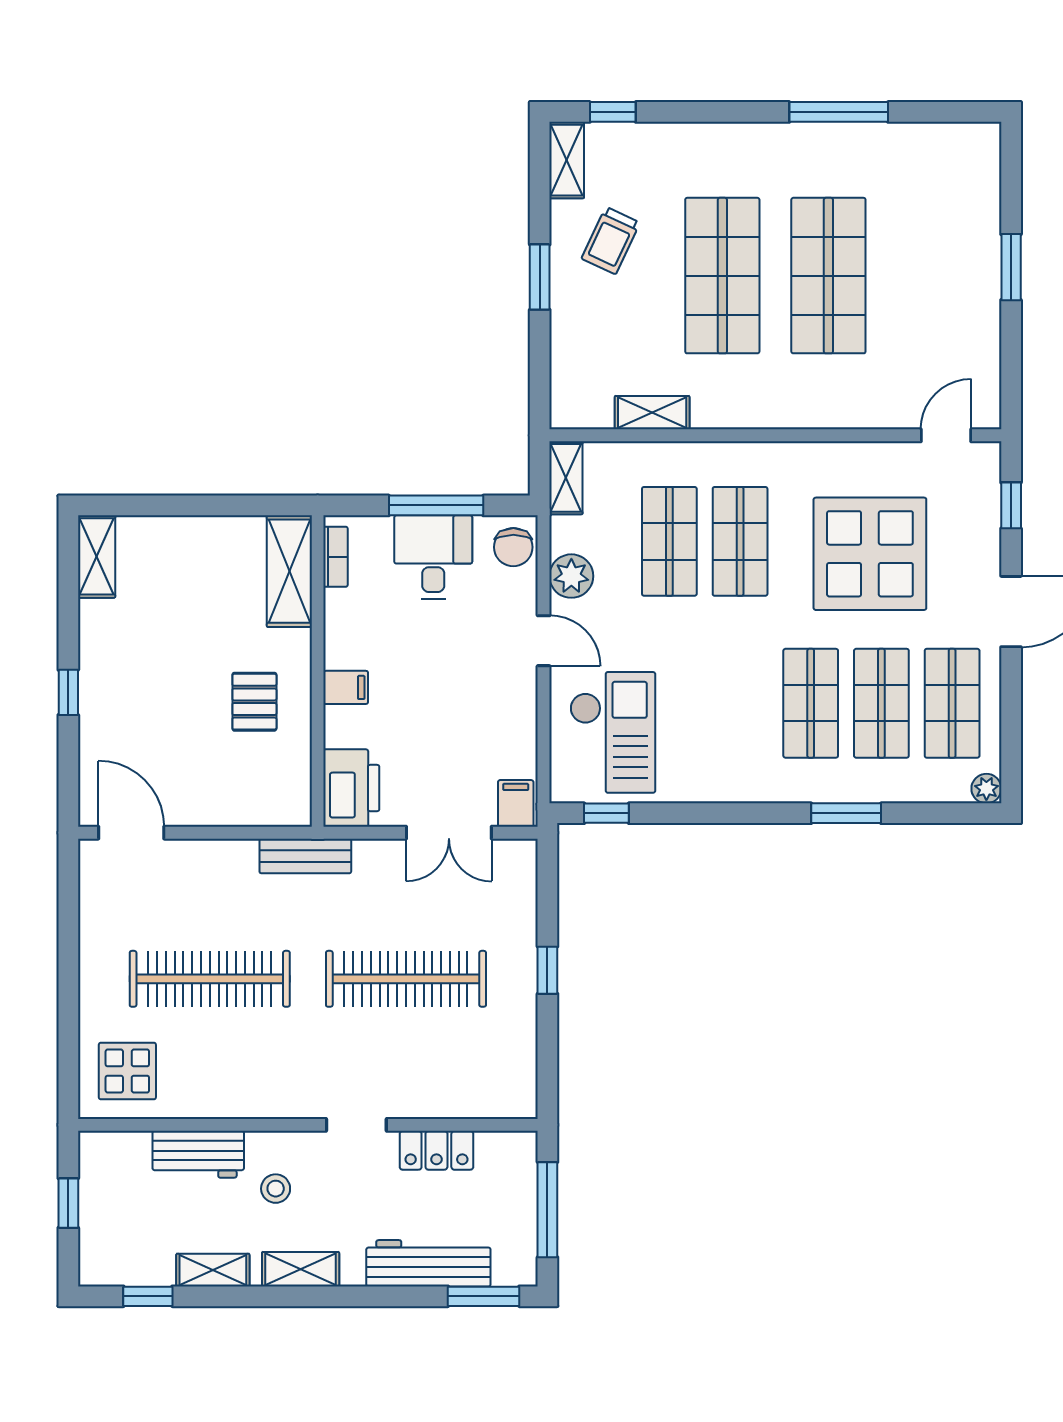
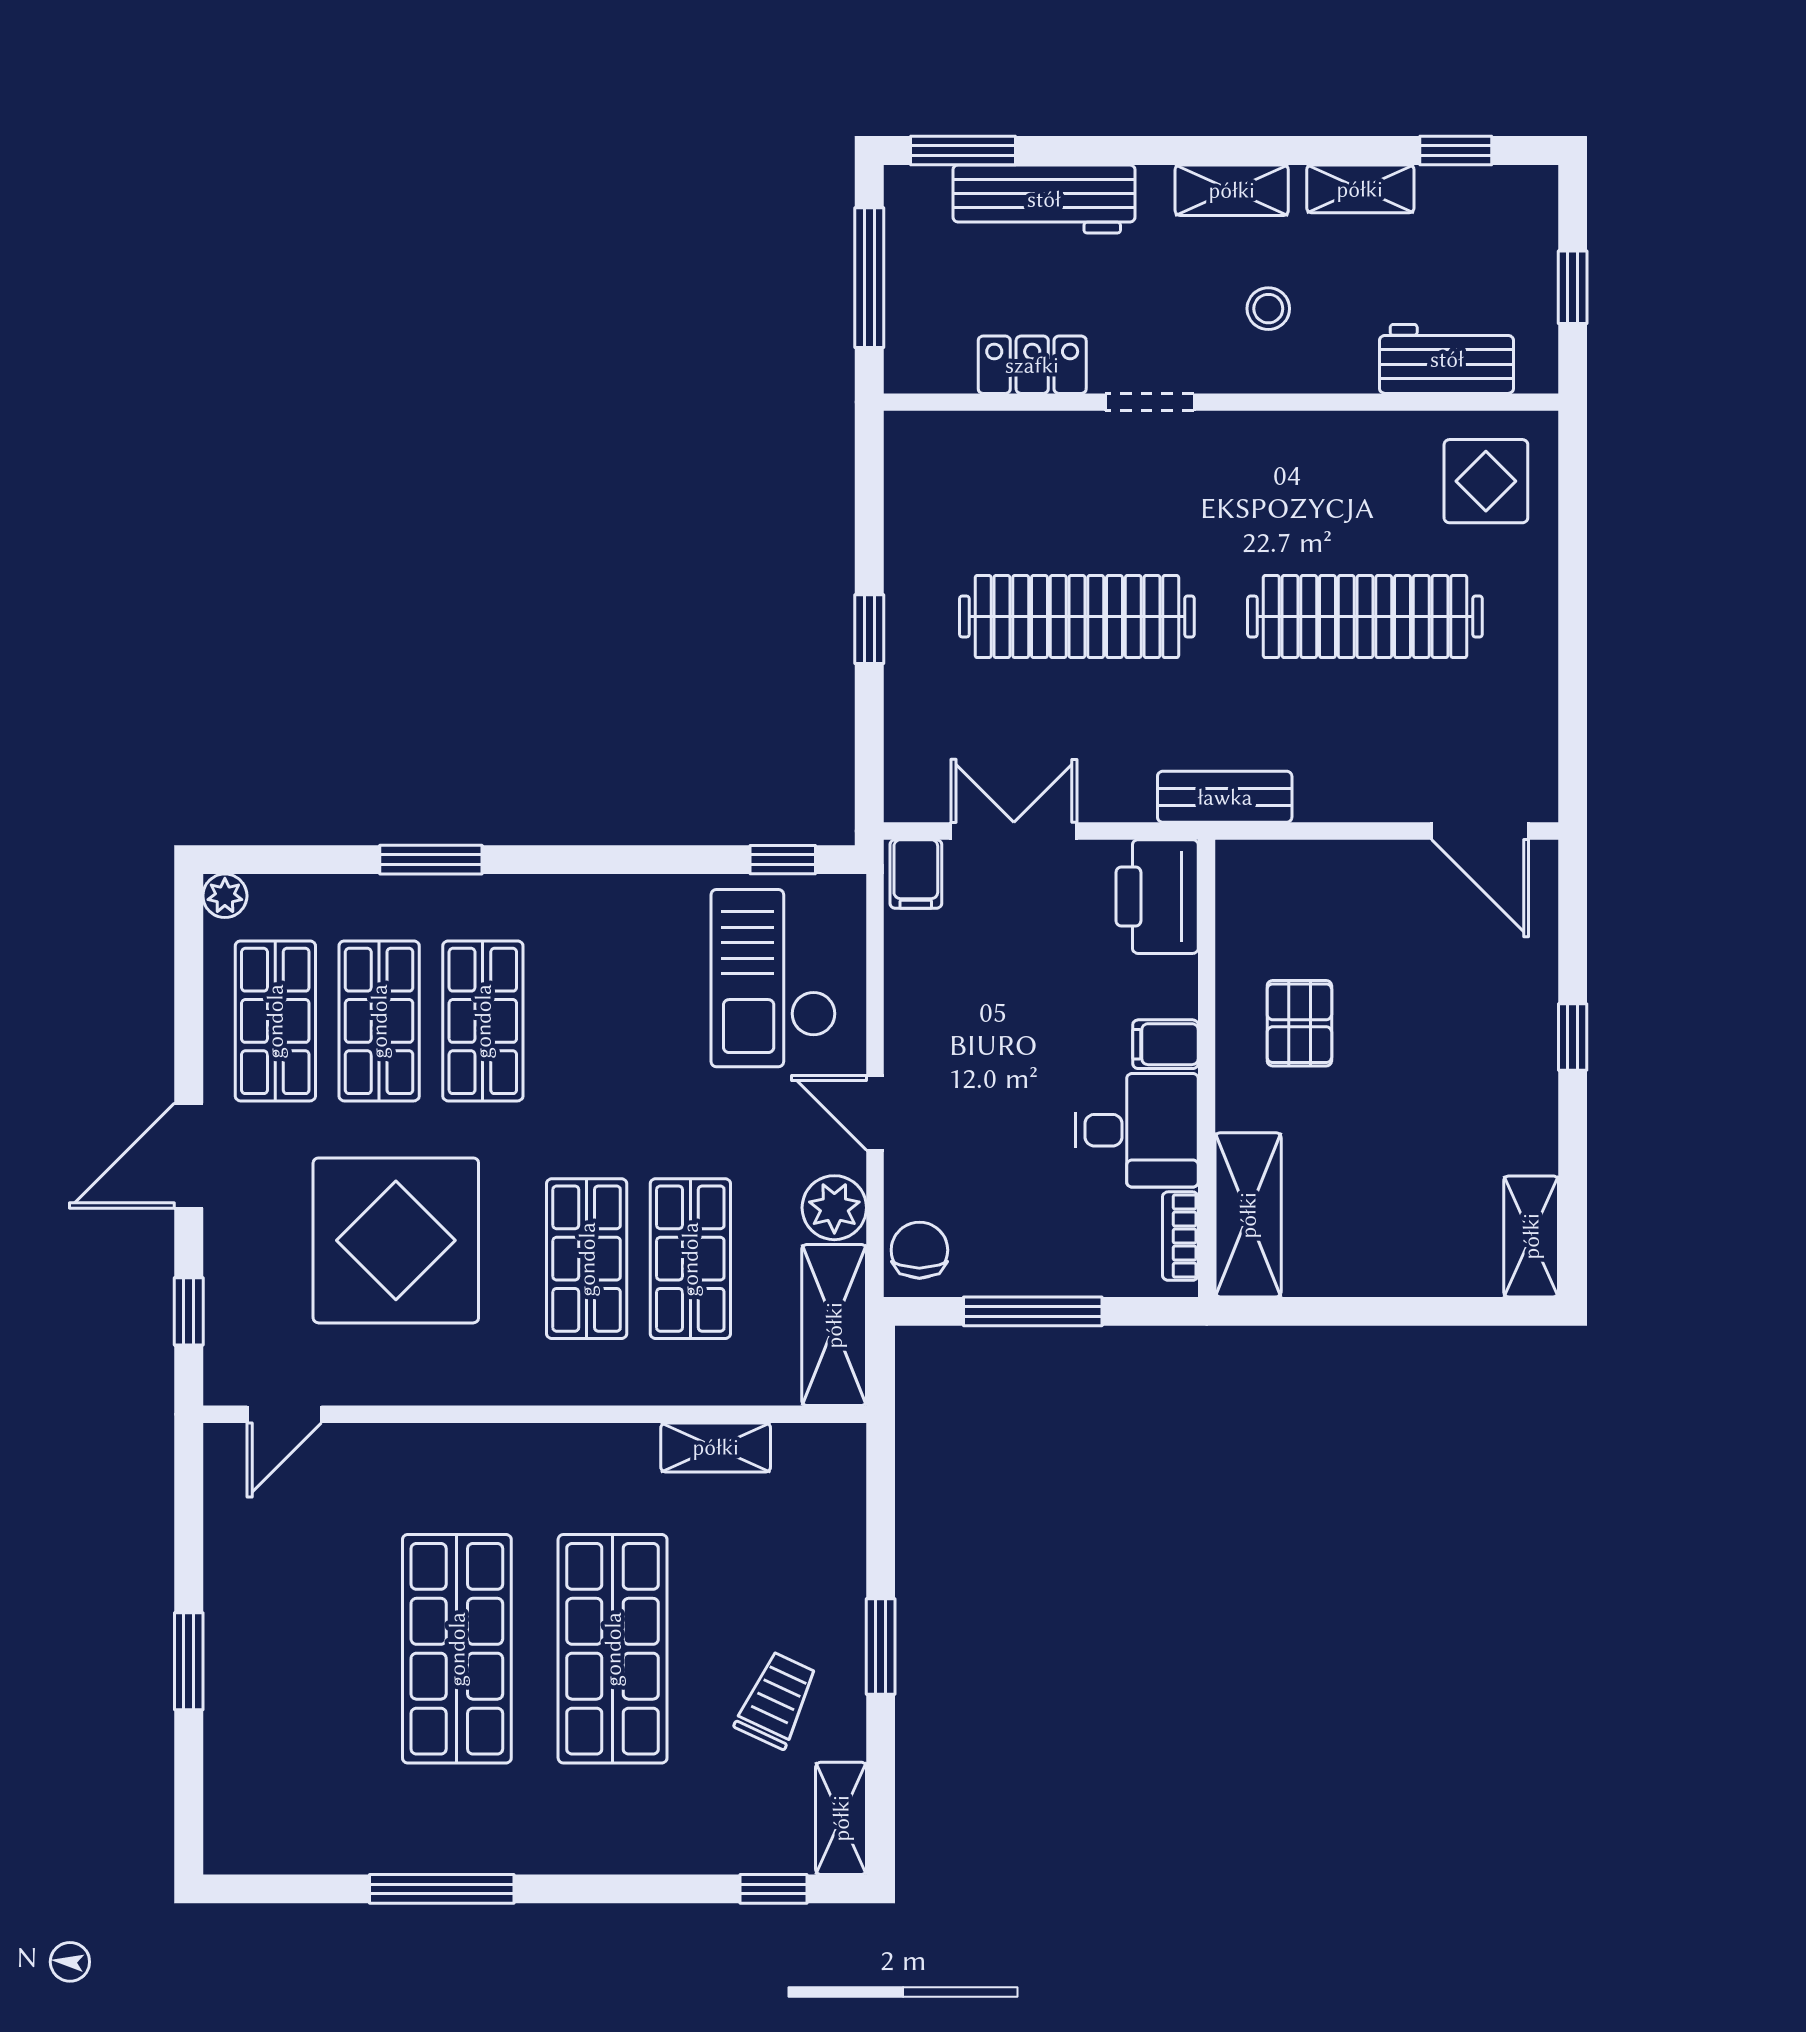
shelving: (566, 478) -> (834, 1325), width x1.50, depth x1.33
desk: (433, 557) -> (1137, 1130), moved, turned -90
workbench: (198, 1154) -> (1447, 359), moved

